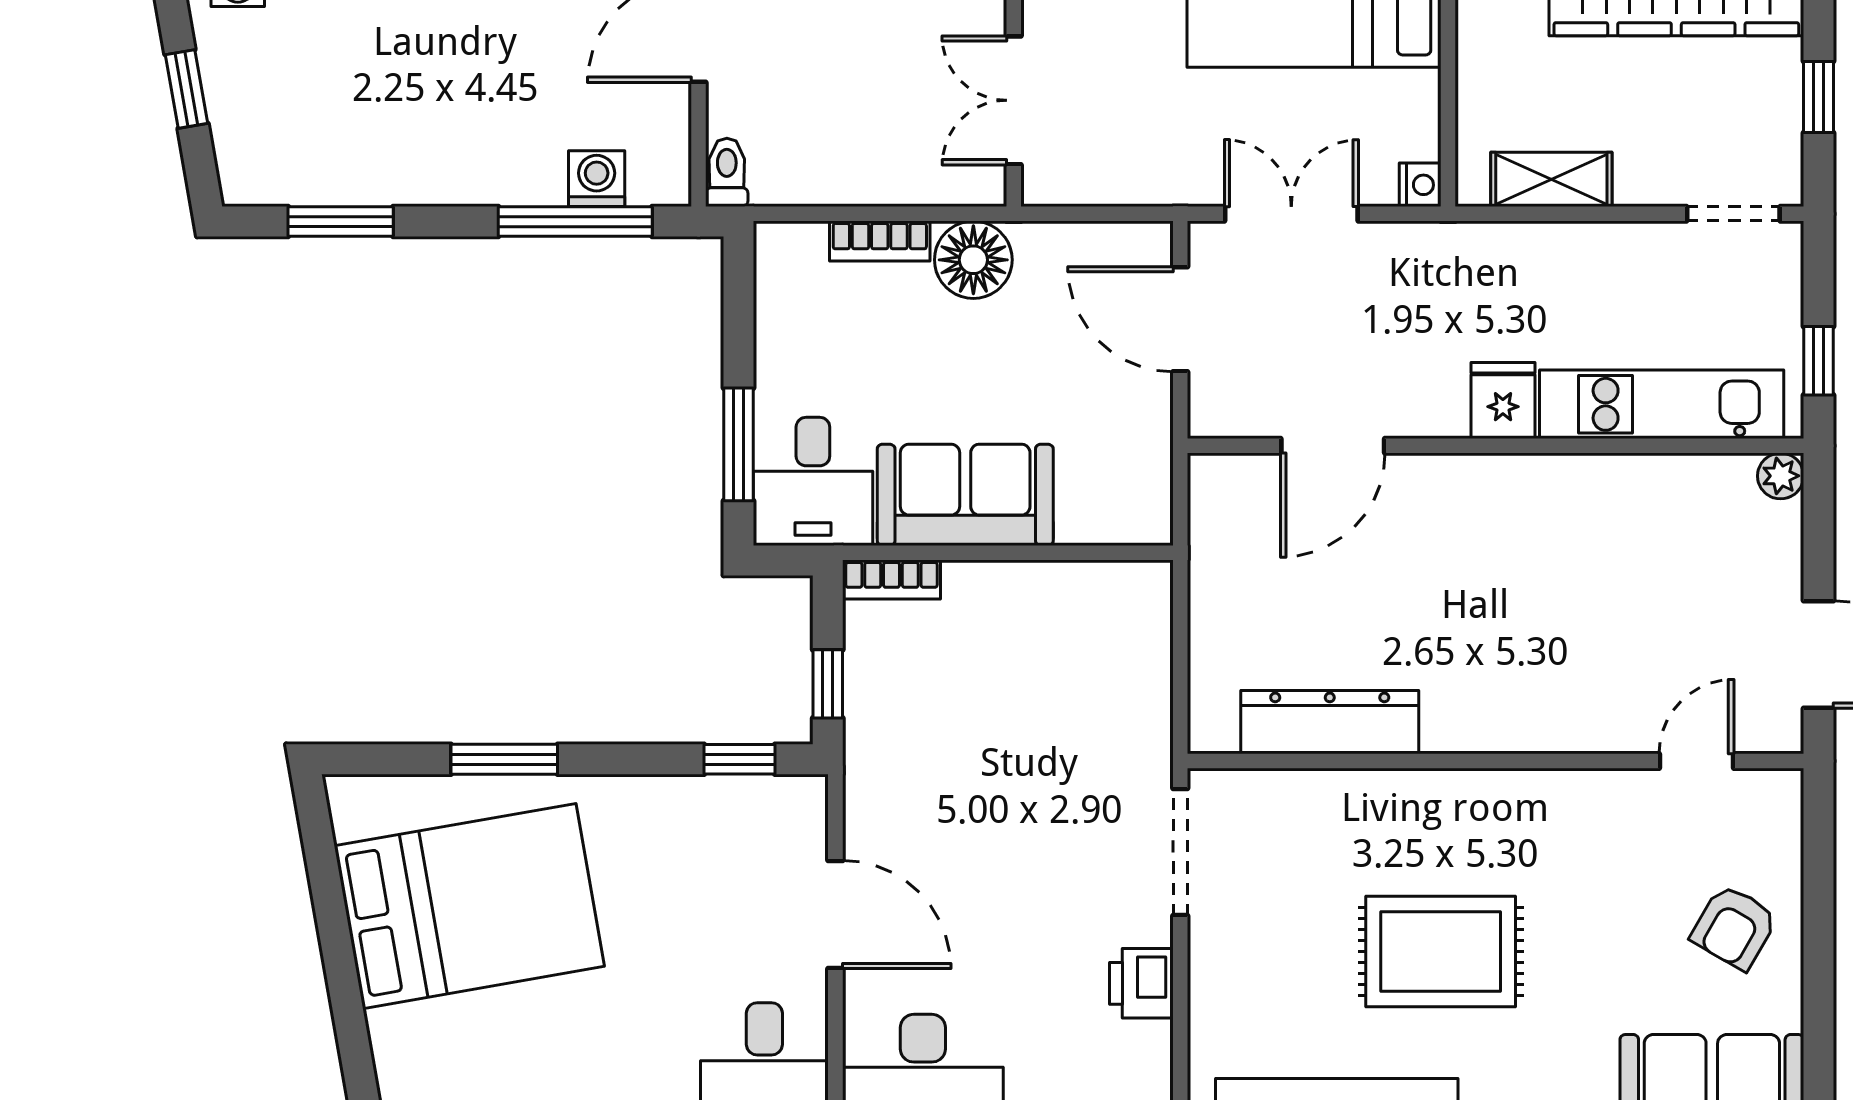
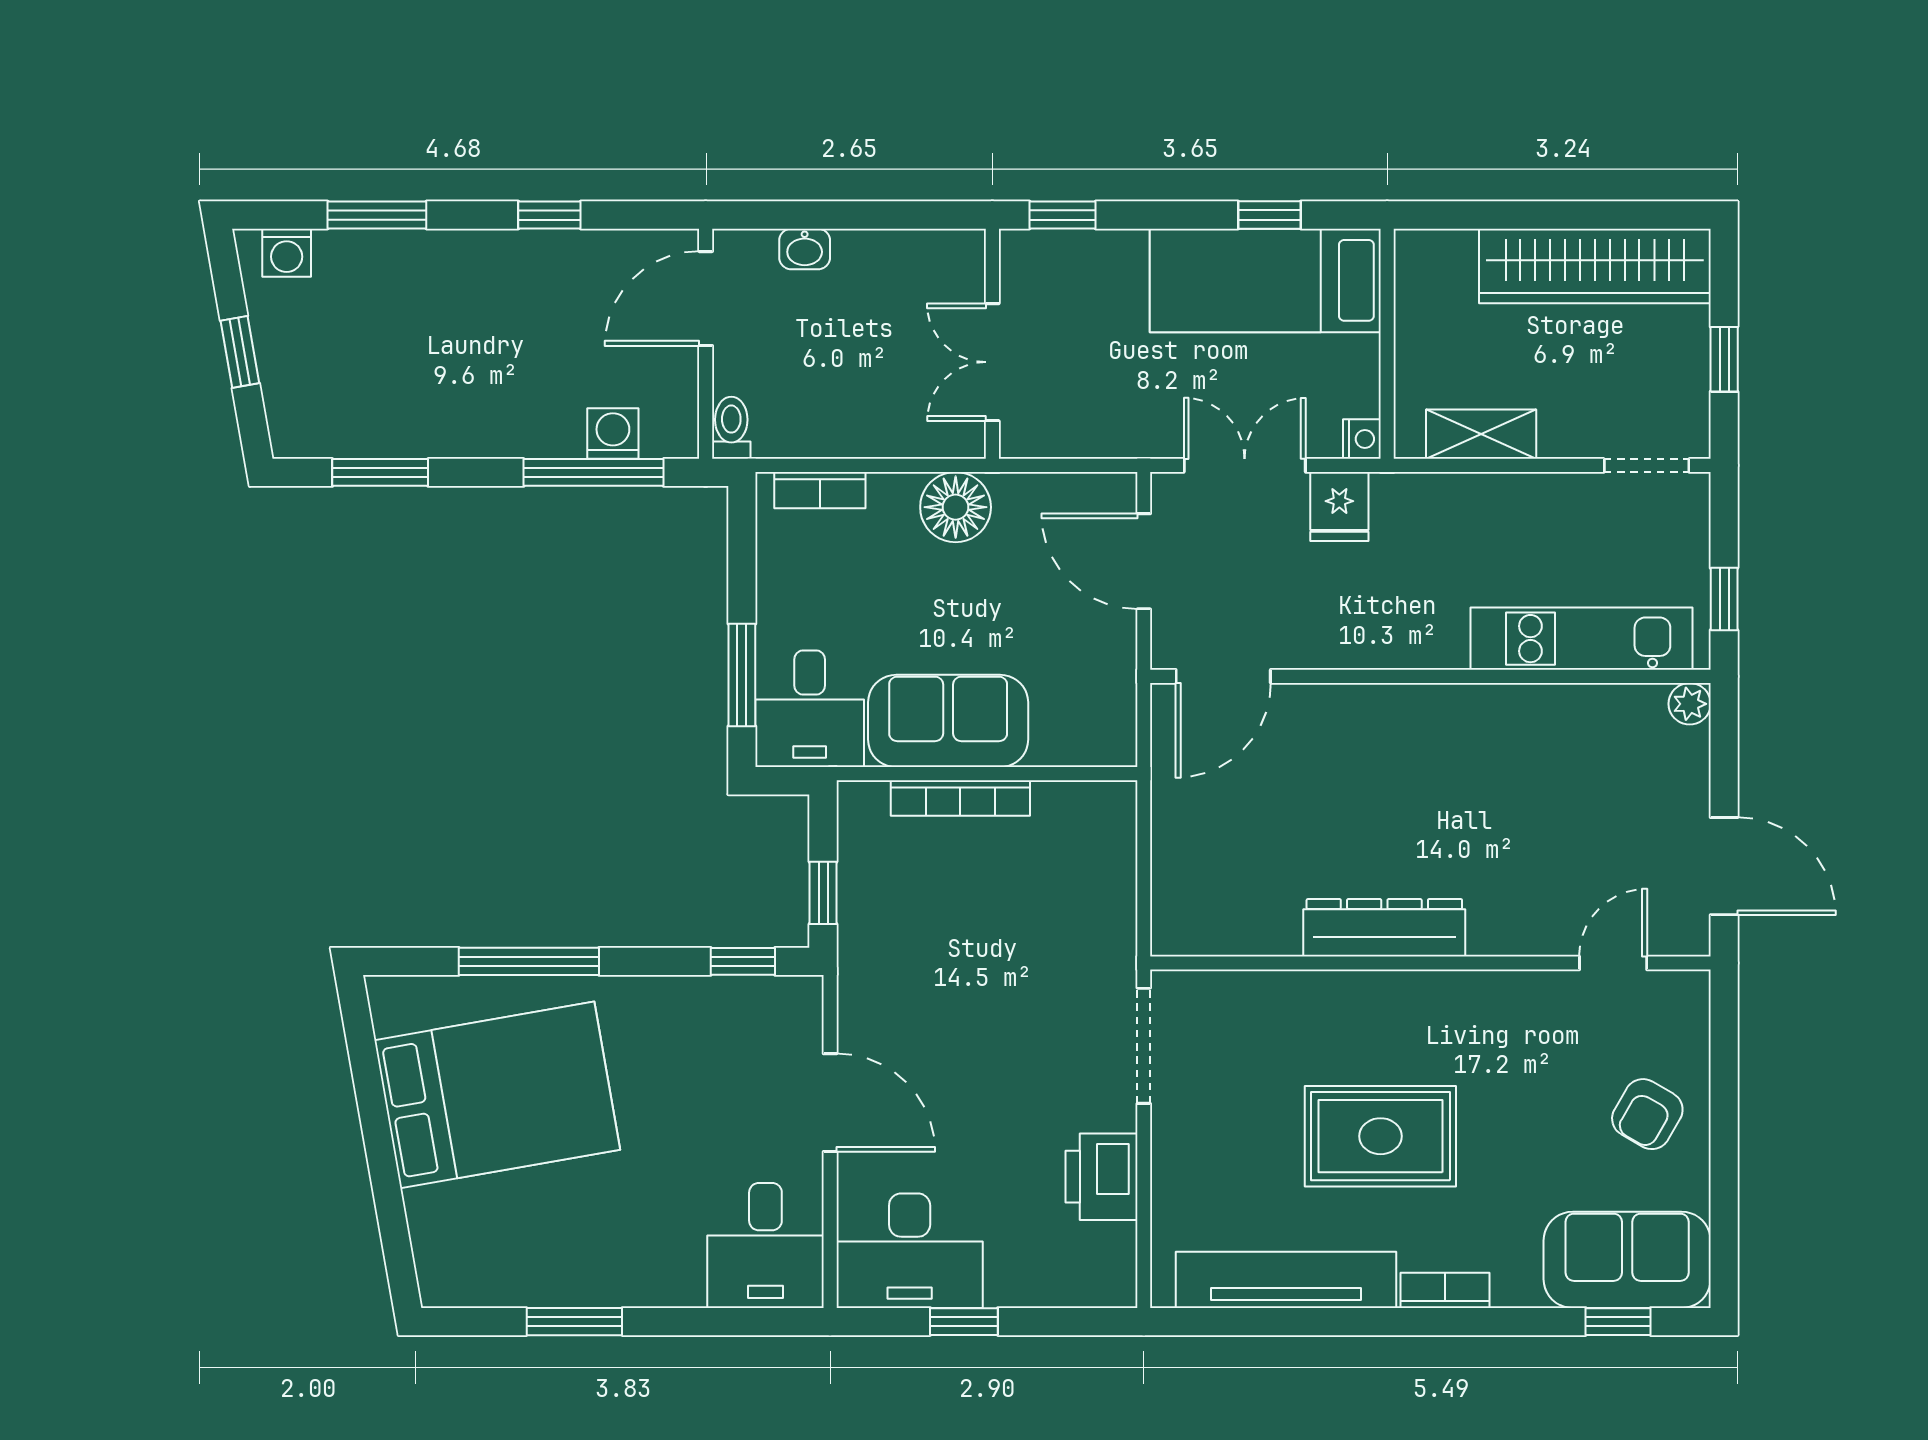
bookcase: (880, 241) -> (820, 490), moved
fridge: (1503, 401) -> (1339, 507), moved, turned 180
door: (1333, 446) -> (1223, 676), moved
bookcase: (891, 580) -> (960, 798), moved, width x1.56
dresser: (1330, 722) -> (1384, 928), moved
window: (504, 759) -> (529, 961), width x1.44
printer: (1141, 983) -> (1101, 1177), width x1.36, depth x1.24

